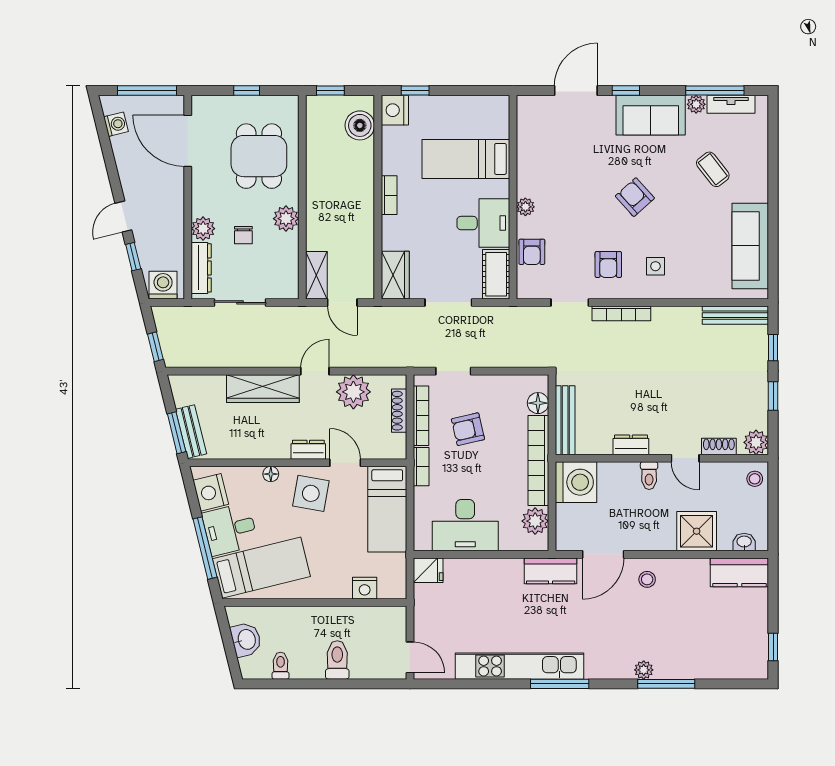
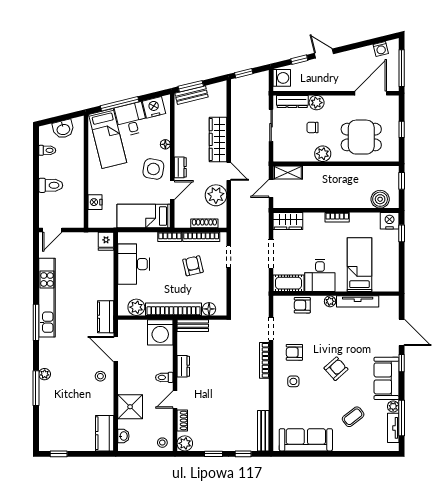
tv unit: (526, 162) -> (358, 301), added
bench: (565, 420) -> (193, 326), width x0.73

